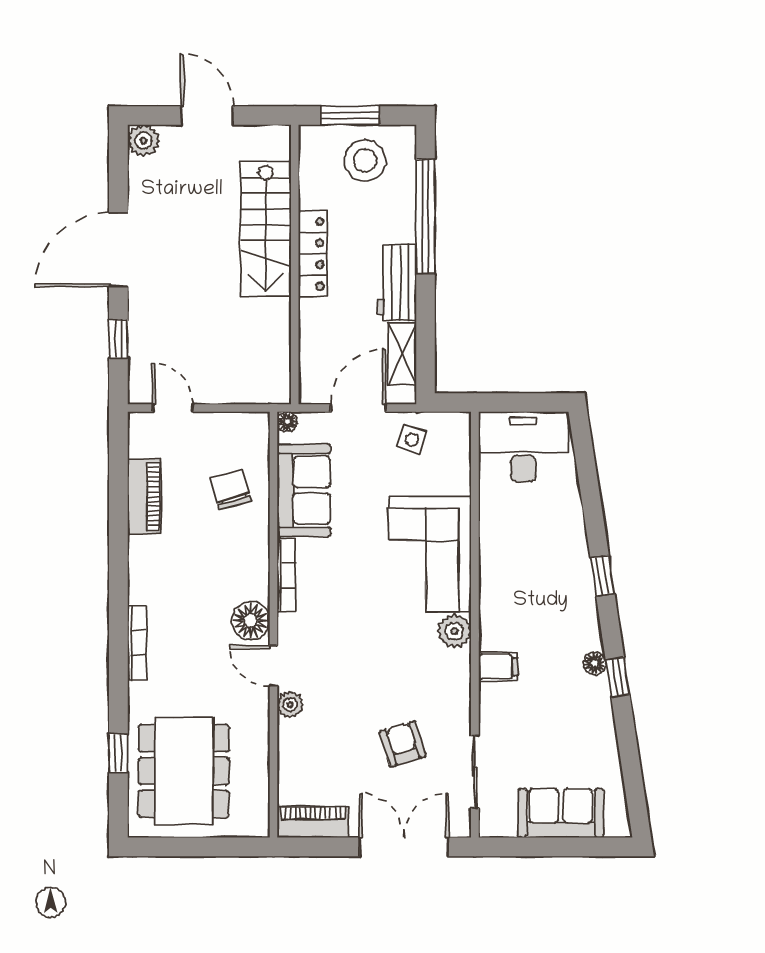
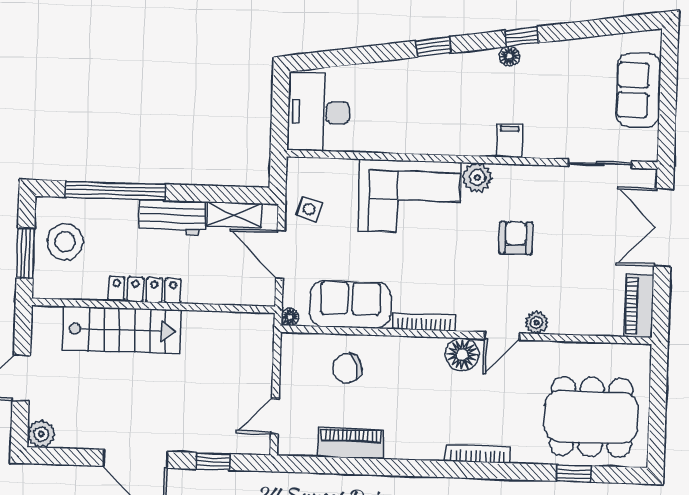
armchair: (403, 744) -> (516, 238), moved, turned 107

